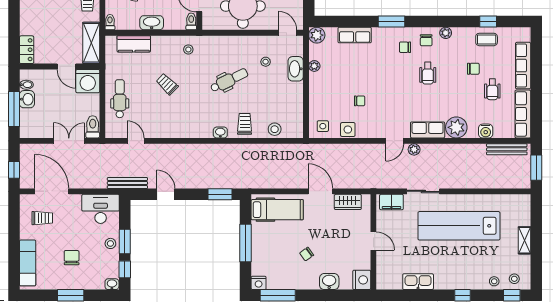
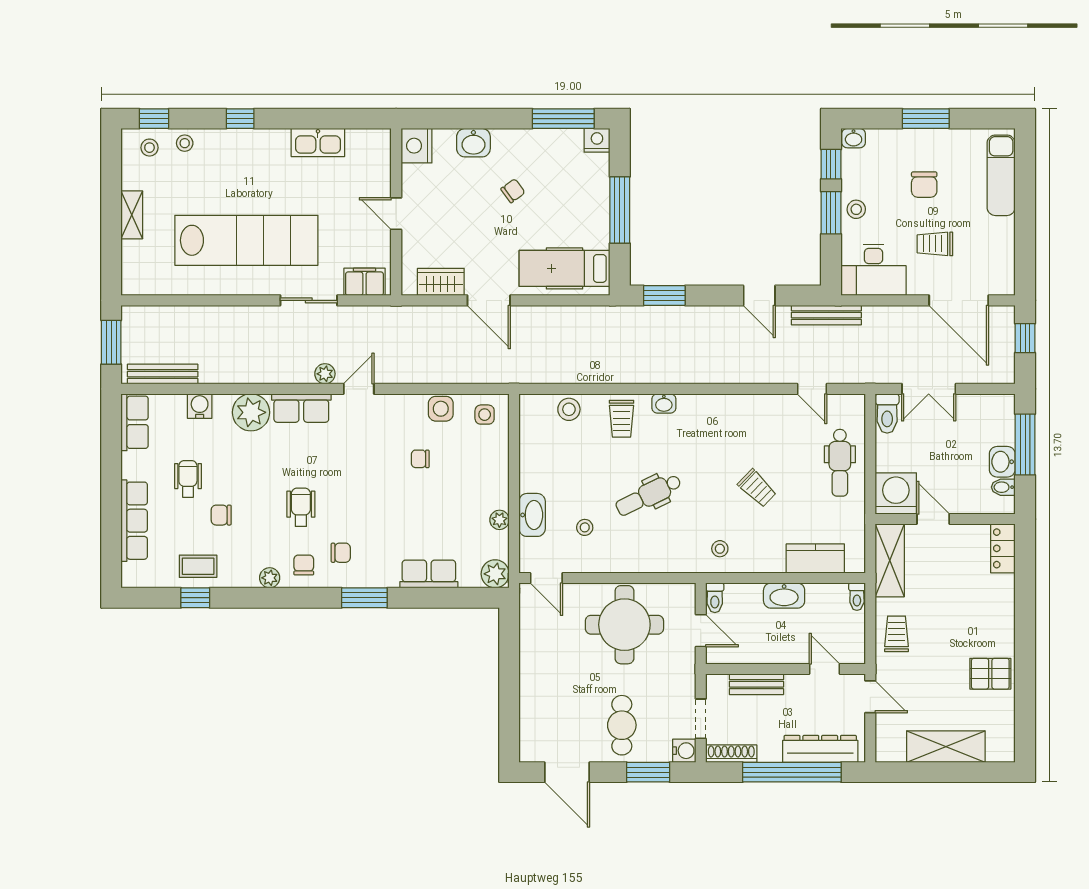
row of seats: (523, 114) -> (135, 422), width x0.68
trolley: (42, 218) -> (935, 244), moved

